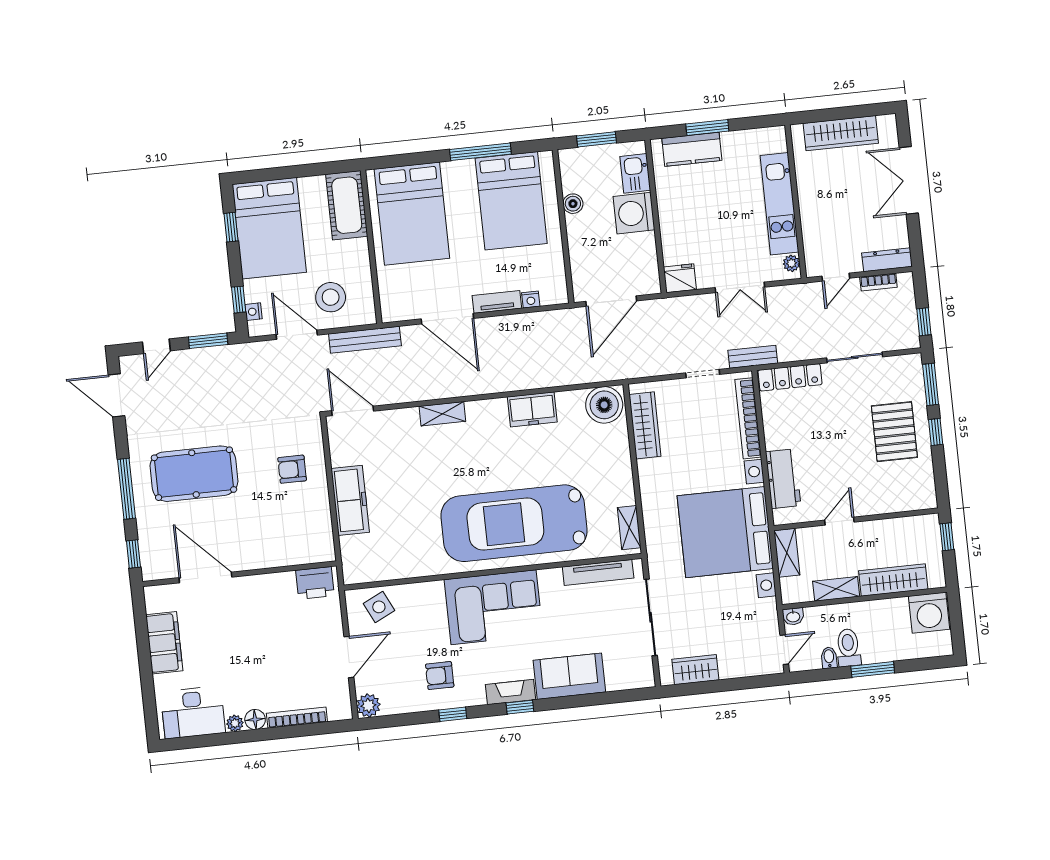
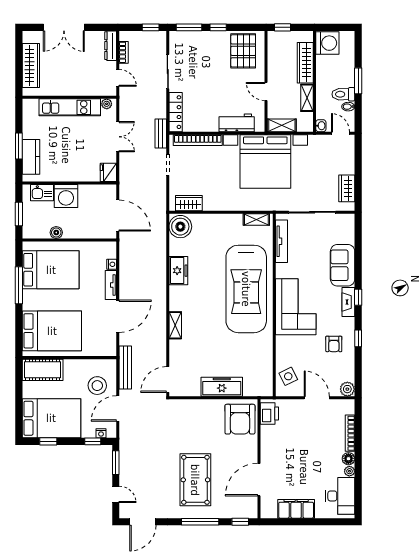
wardrobe: (645, 425) -> (189, 203), width x0.67
pallet: (894, 432) -> (243, 51), moved, turned 90
armchair: (292, 469) -> (240, 419), moved, width x1.88, depth x1.88

